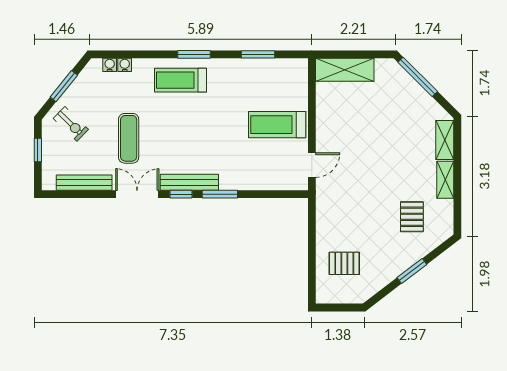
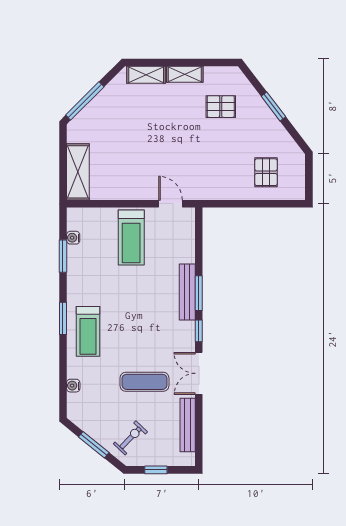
water cooler: (110, 65) -> (73, 238), moved
bench: (189, 182) -> (187, 292), moved

